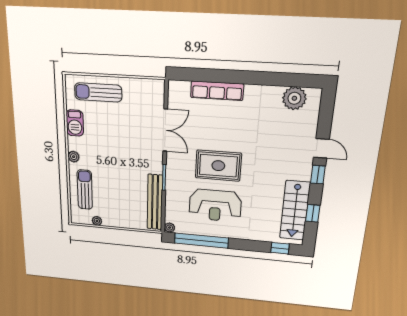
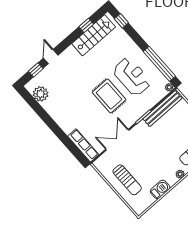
row of seats: (217, 91) -> (83, 145), moved
sun lounger: (98, 92) -> (127, 180), moved
window: (318, 175) -> (36, 70), moved

